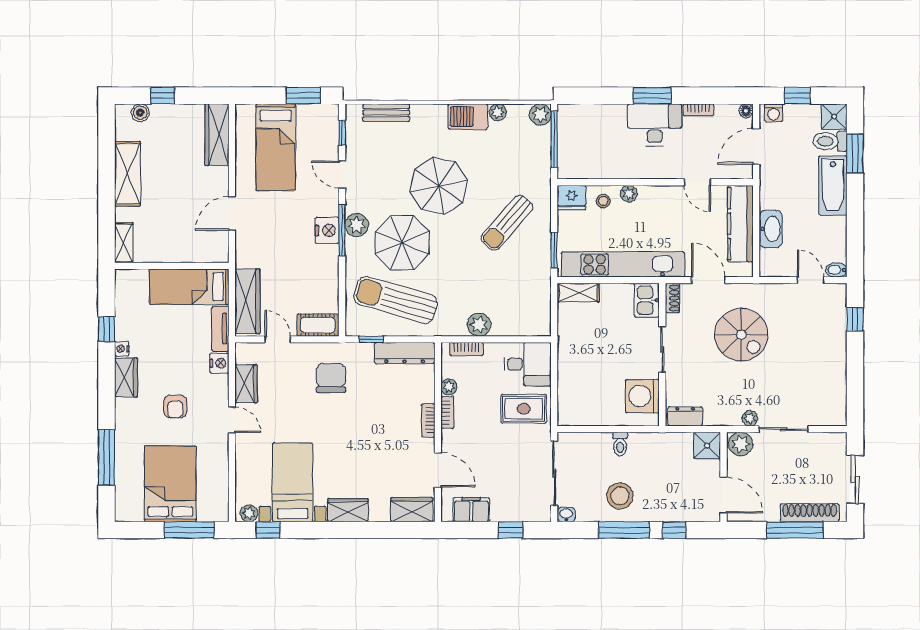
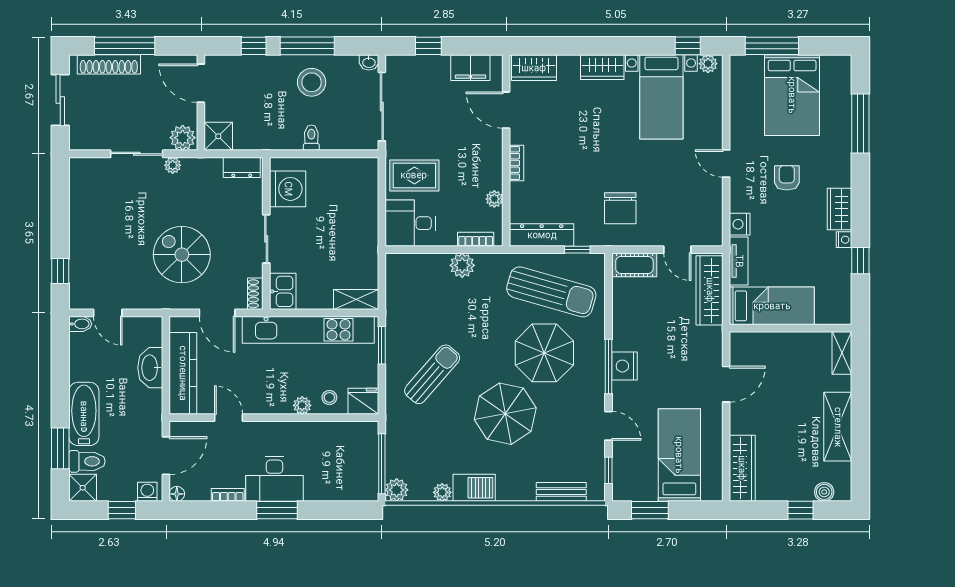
plant: (357, 225) -> (593, 372), removed
wardrobe: (246, 384) -> (711, 202), removed
bookcase: (447, 412) -> (496, 172), removed

